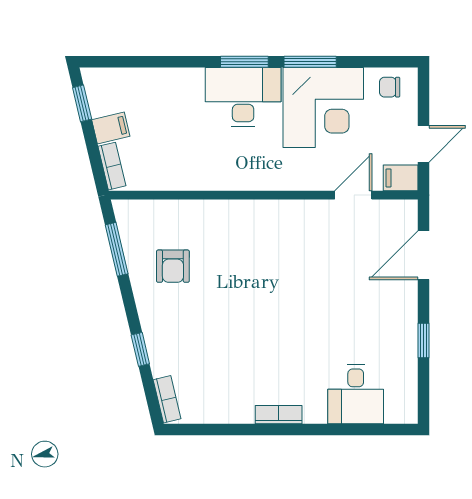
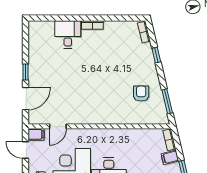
door: (423, 144) -> (25, 150), hinge flipped
window: (423, 341) -> (25, 72), moved
desk: (356, 394) -> (68, 34), moved

